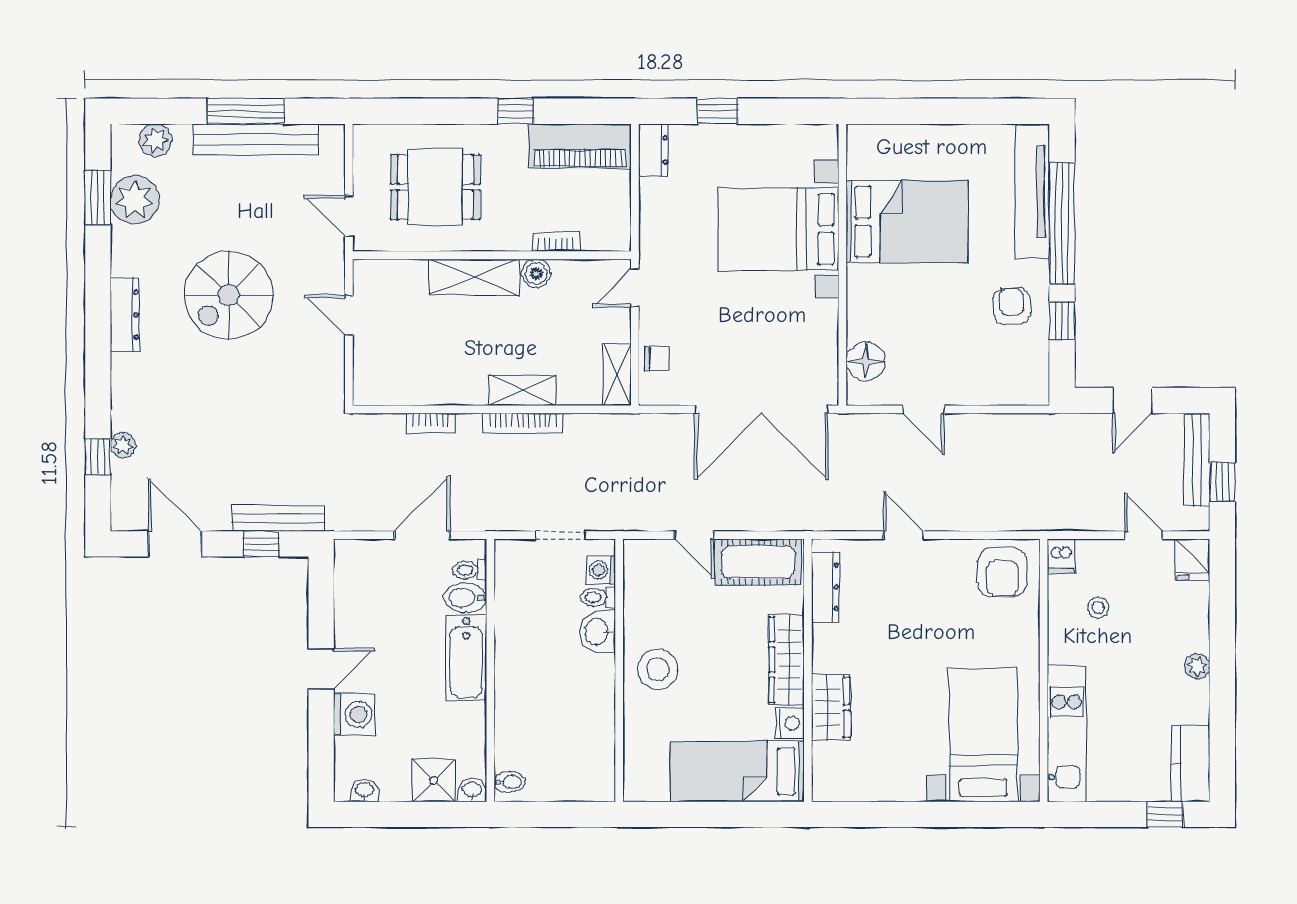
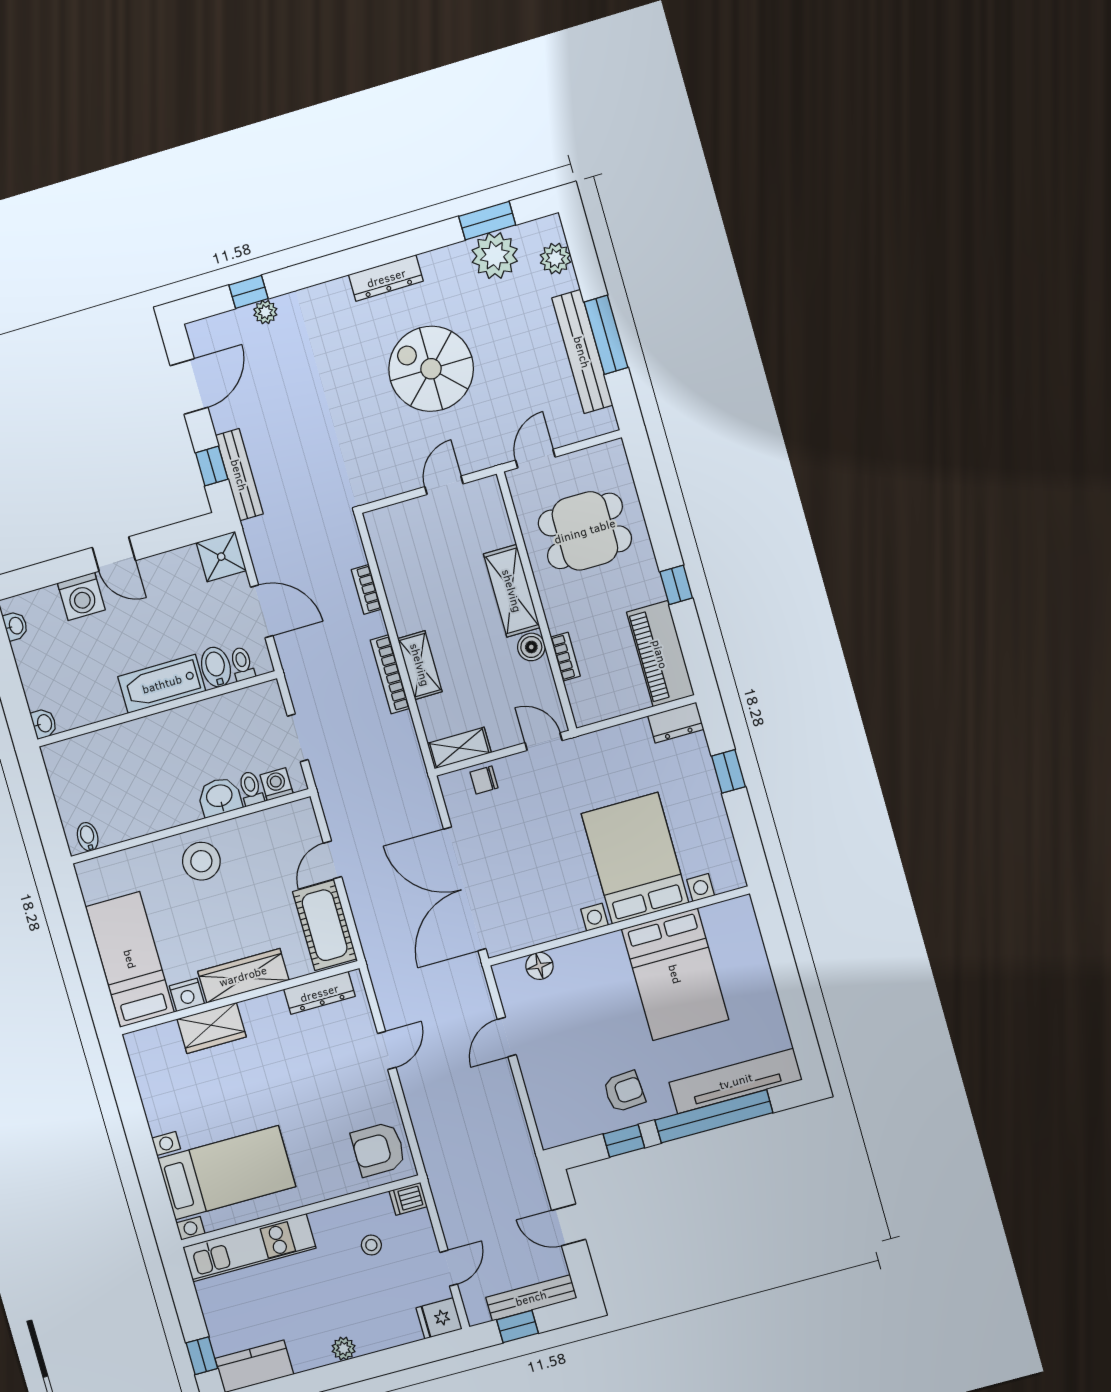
dining table: (435, 187) -> (585, 531), turned 90
chair: (657, 359) -> (484, 780), turned 90
floor lamp: (866, 361) -> (539, 966), width x0.73, depth x0.73
shower: (434, 780) -> (221, 557), moved
bidet: (509, 782) -> (88, 837), moved, turned 180

